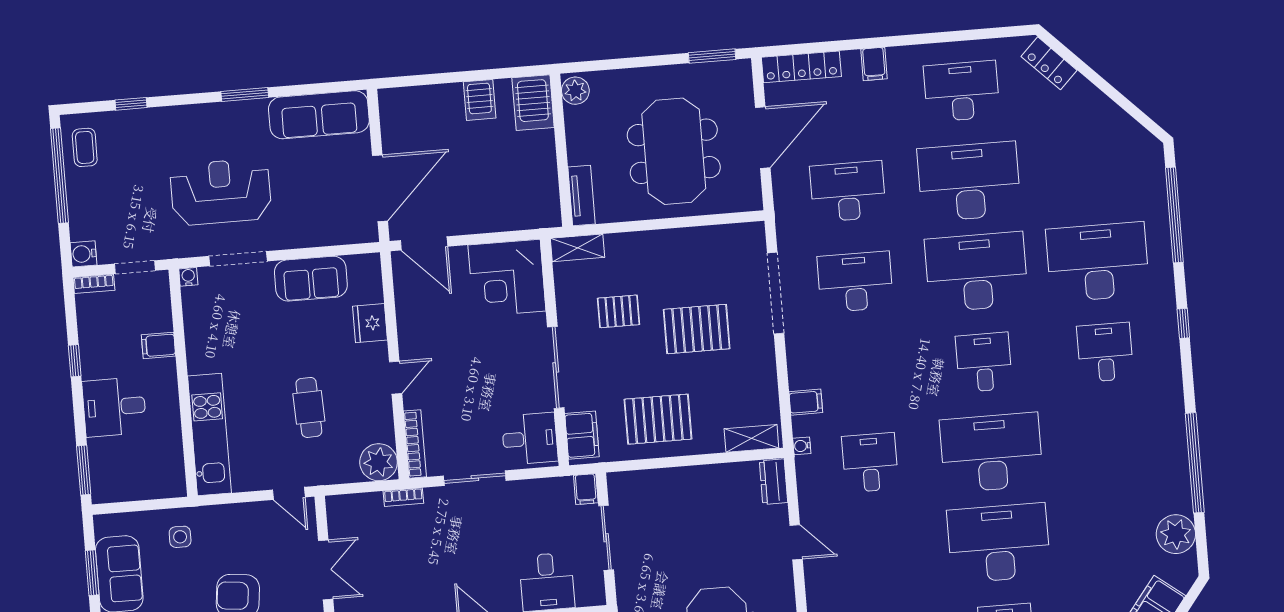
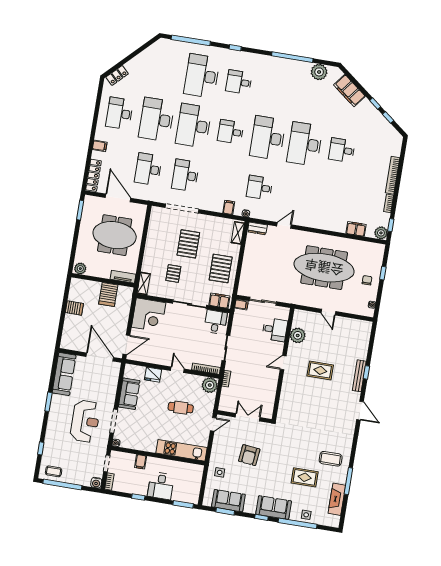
server rack: (533, 103) -> (108, 294), moved, turned 90
reception desk: (221, 192) -> (85, 421), turned 180

